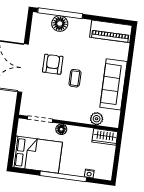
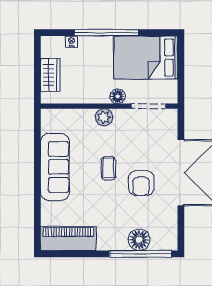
plant: (97, 119) -> (104, 117), moved
wardrobe: (105, 137) -> (50, 75), moved, turned 90

